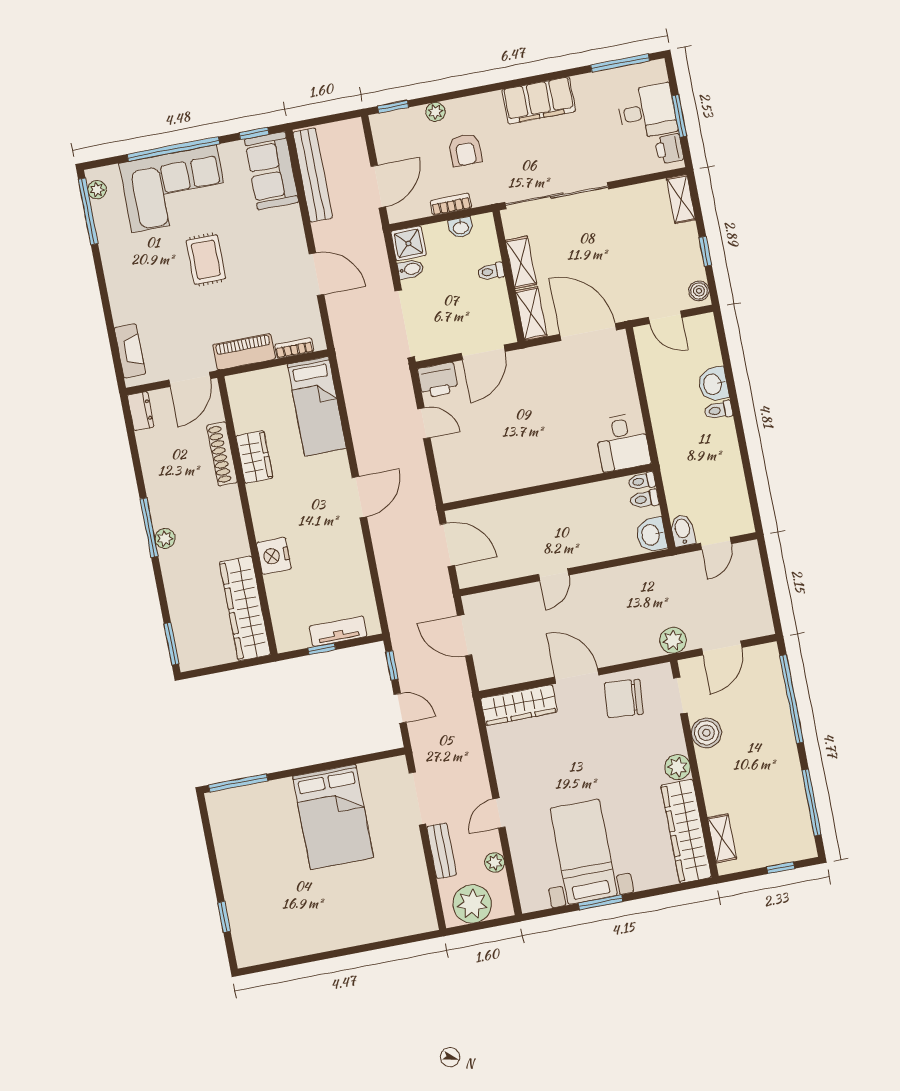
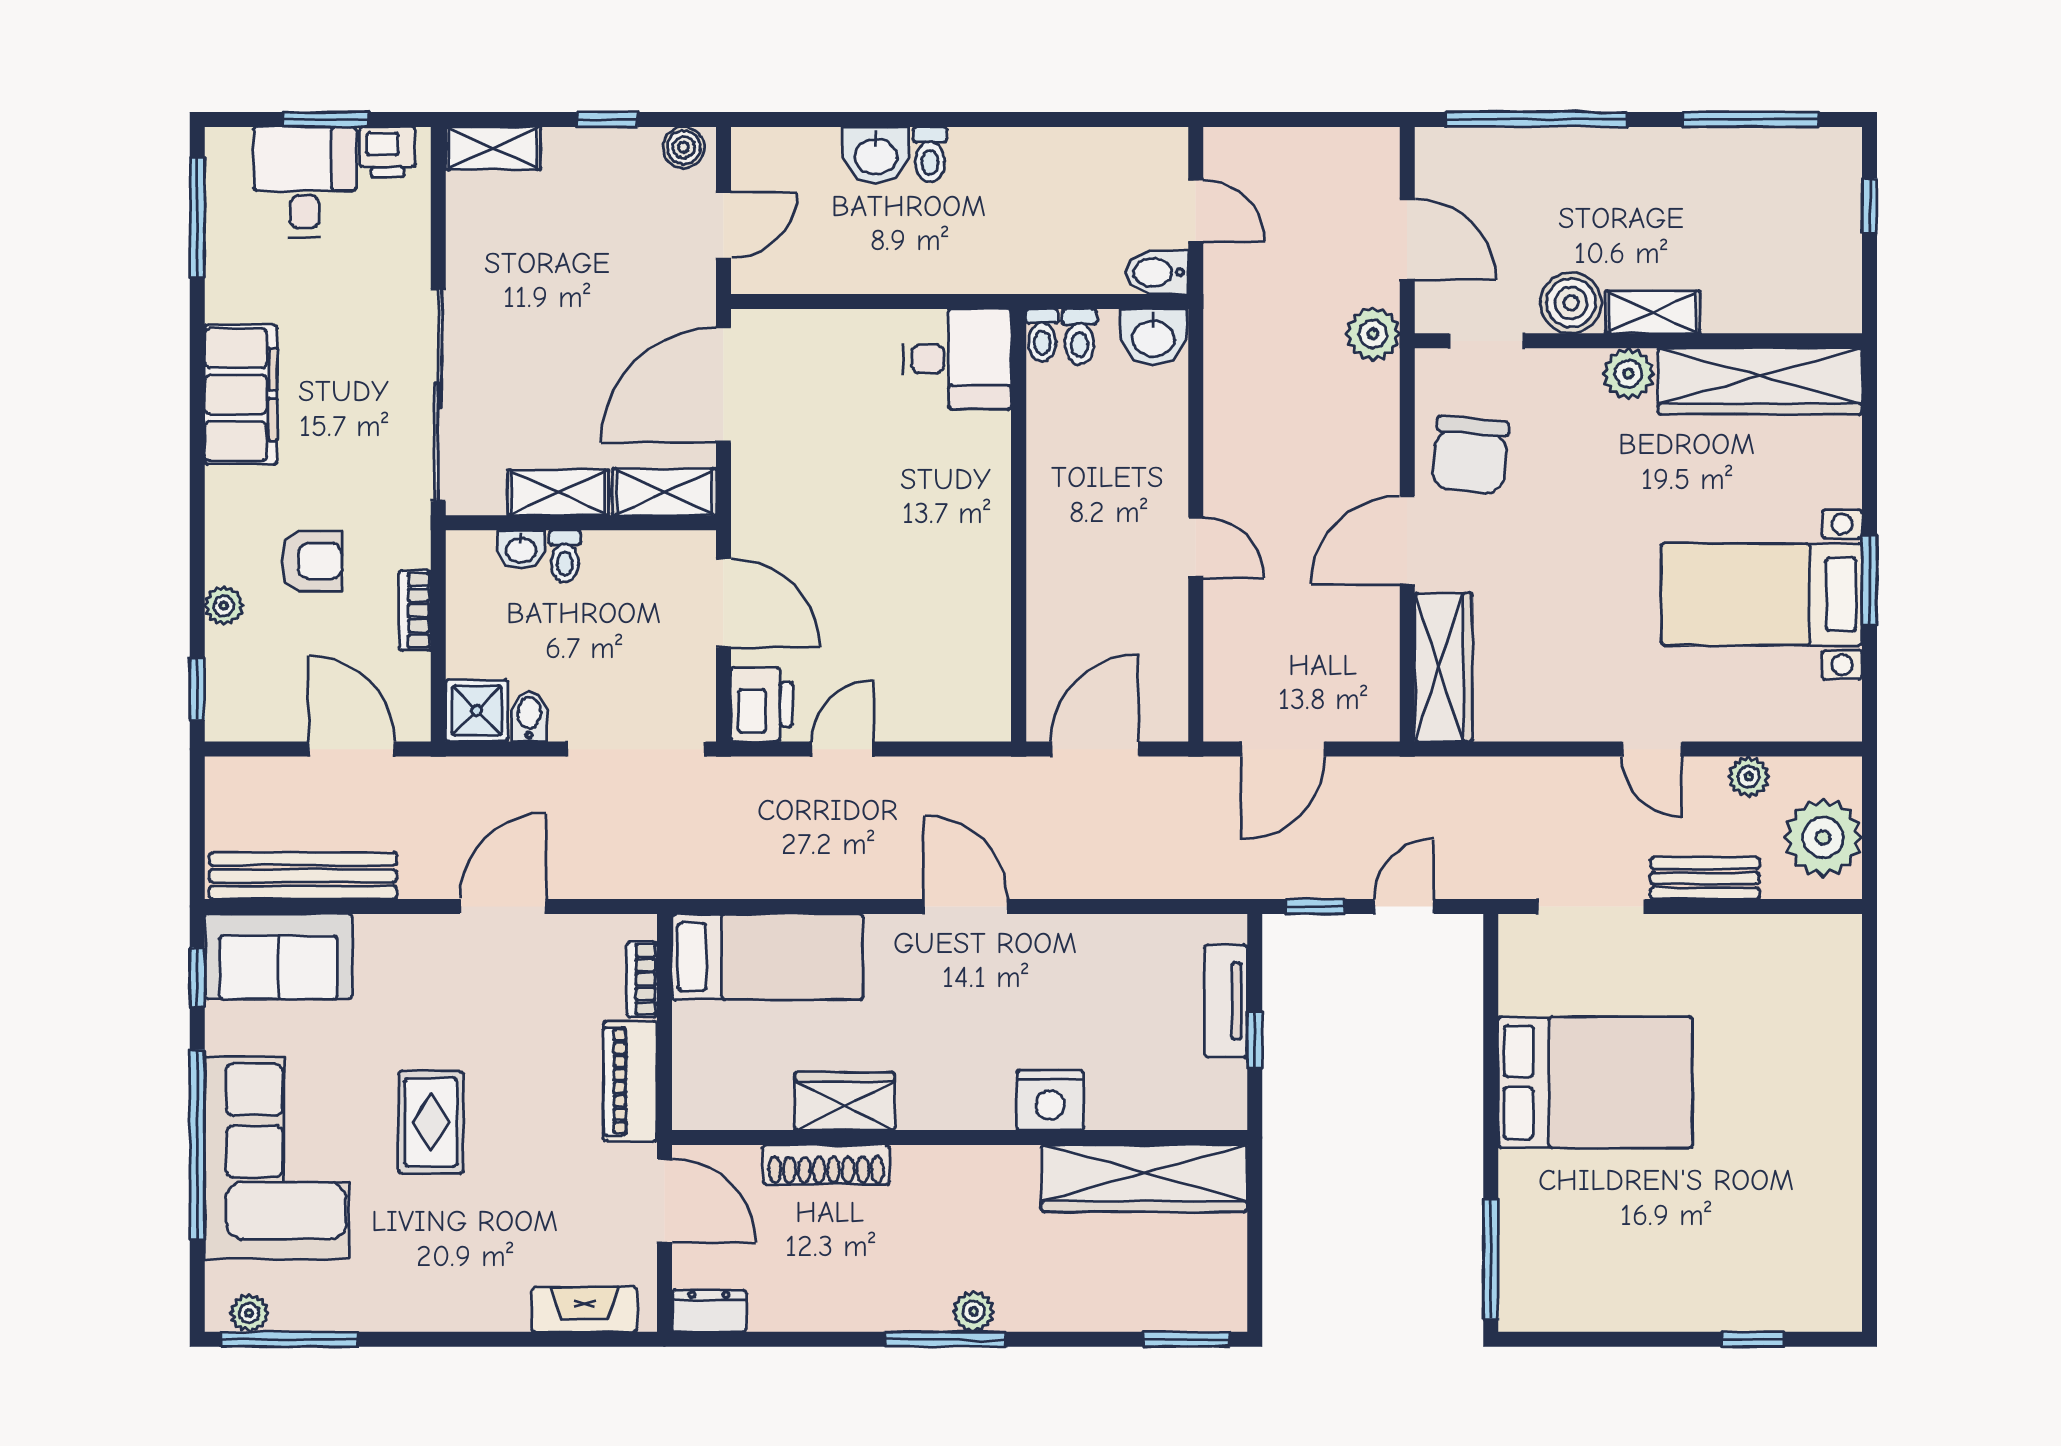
washbasin: (461, 227) -> (521, 549), moved, turned 90
rug: (206, 260) -> (431, 1122), turned 90
shelving: (722, 838) -> (1653, 312), moved

